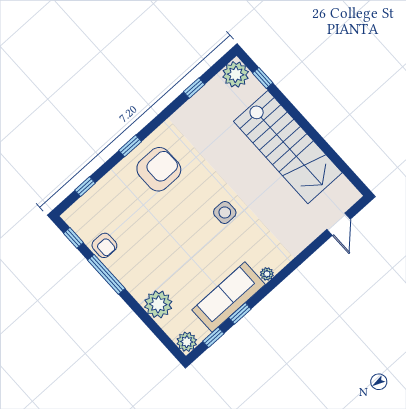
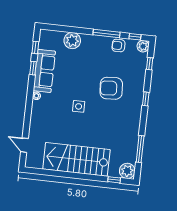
window: (194, 88) -> (140, 149), width x2.17
armchair: (159, 169) -> (111, 88), moved, turned 86
plant: (187, 342) -> (143, 46), moved

